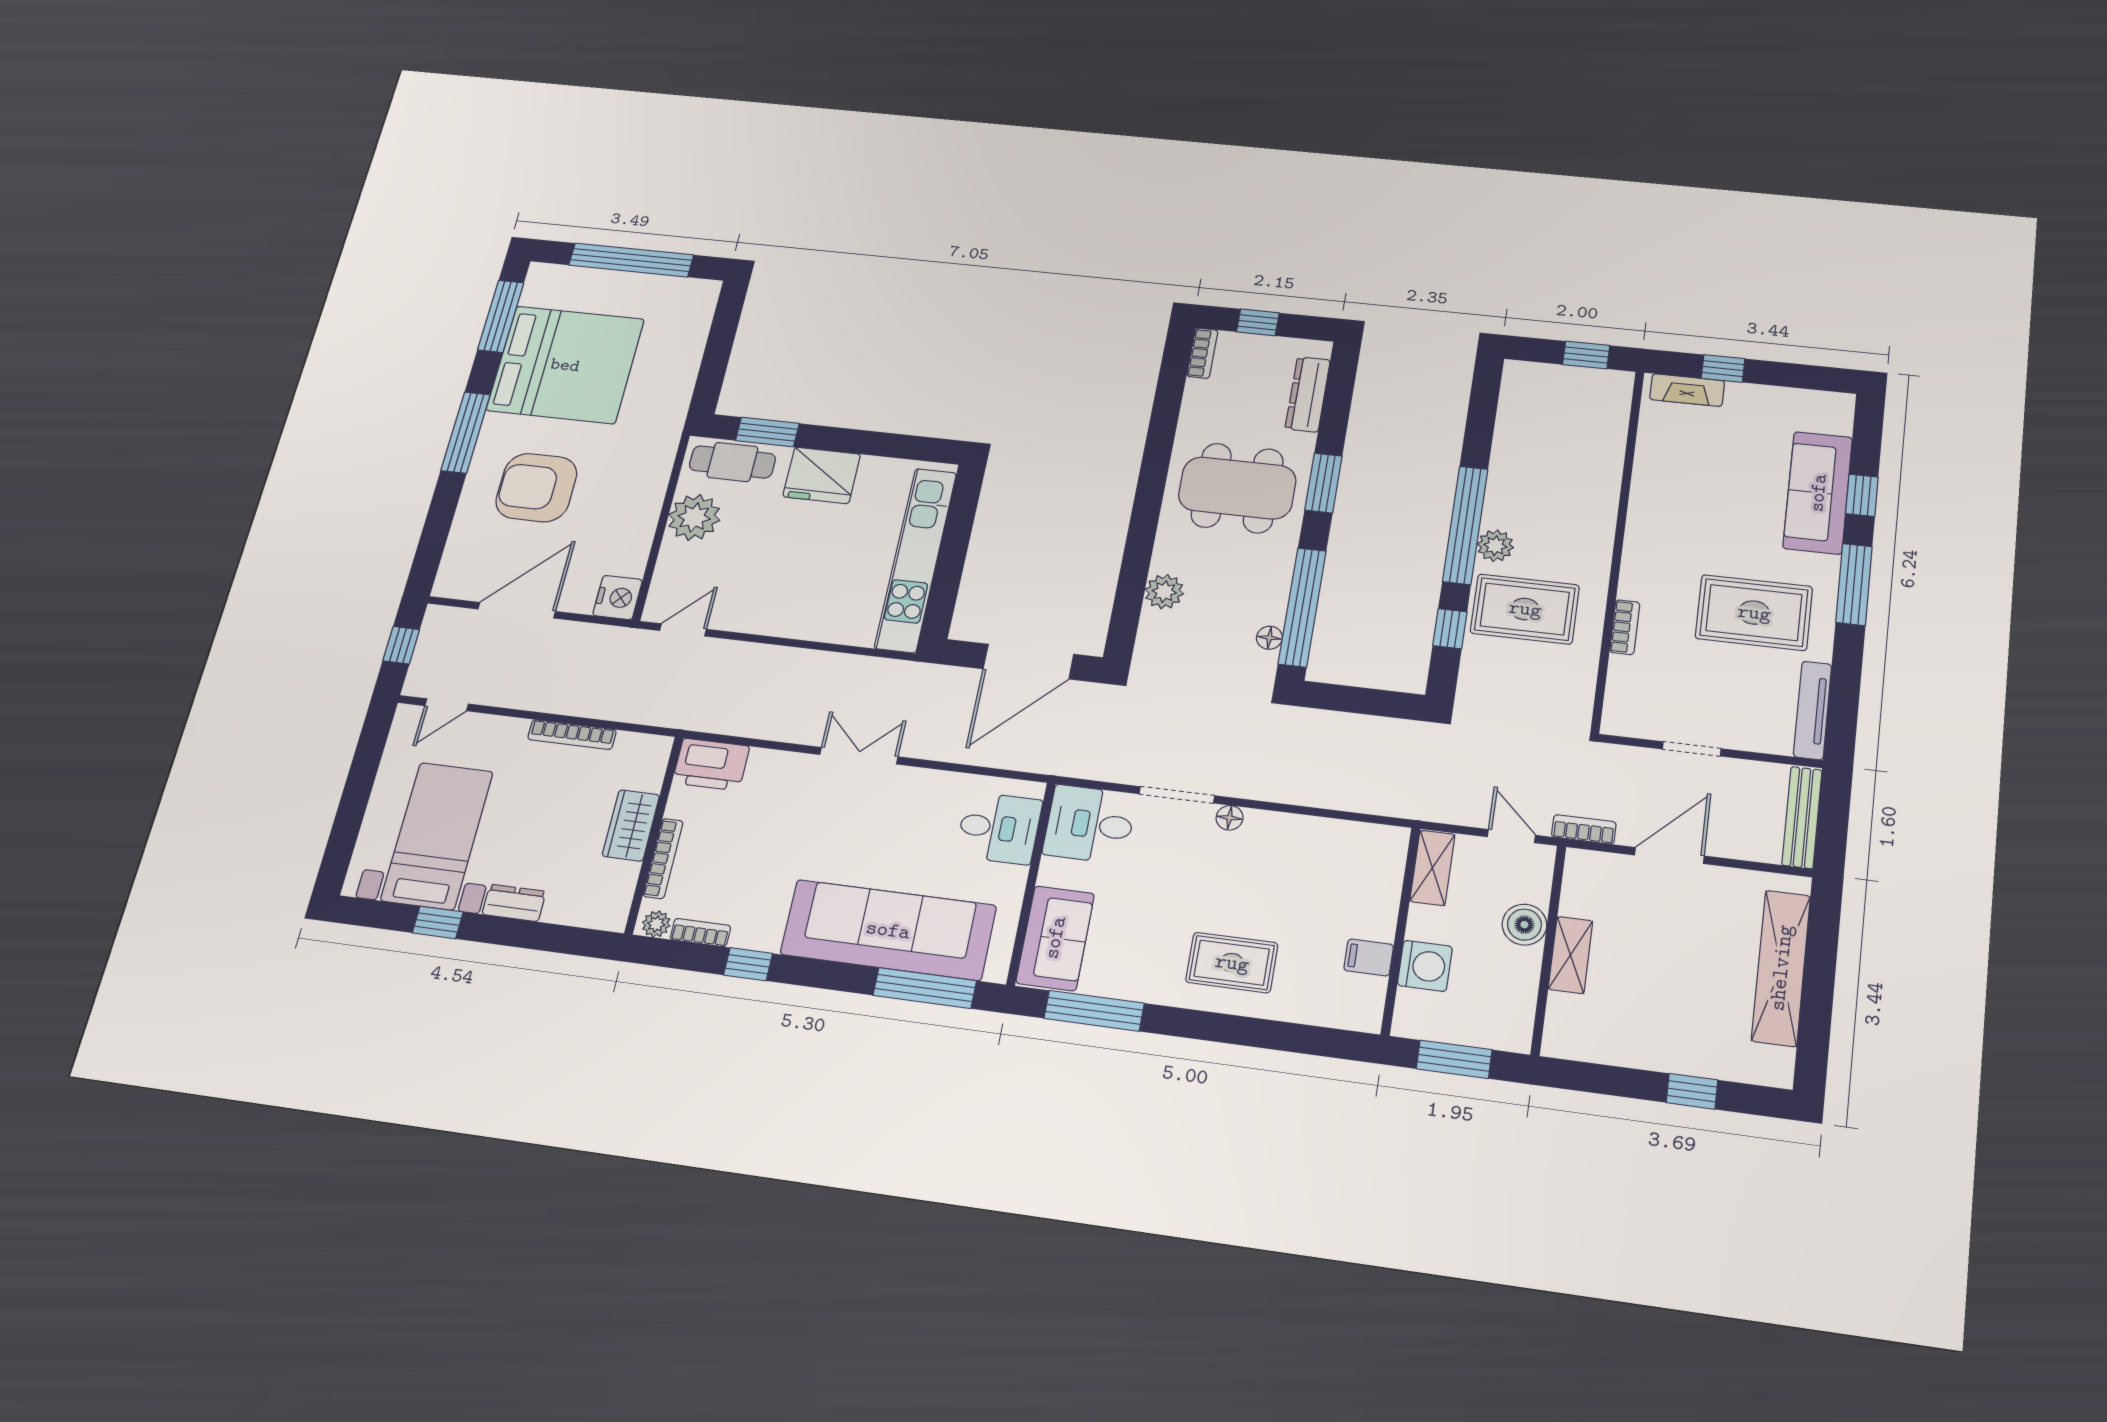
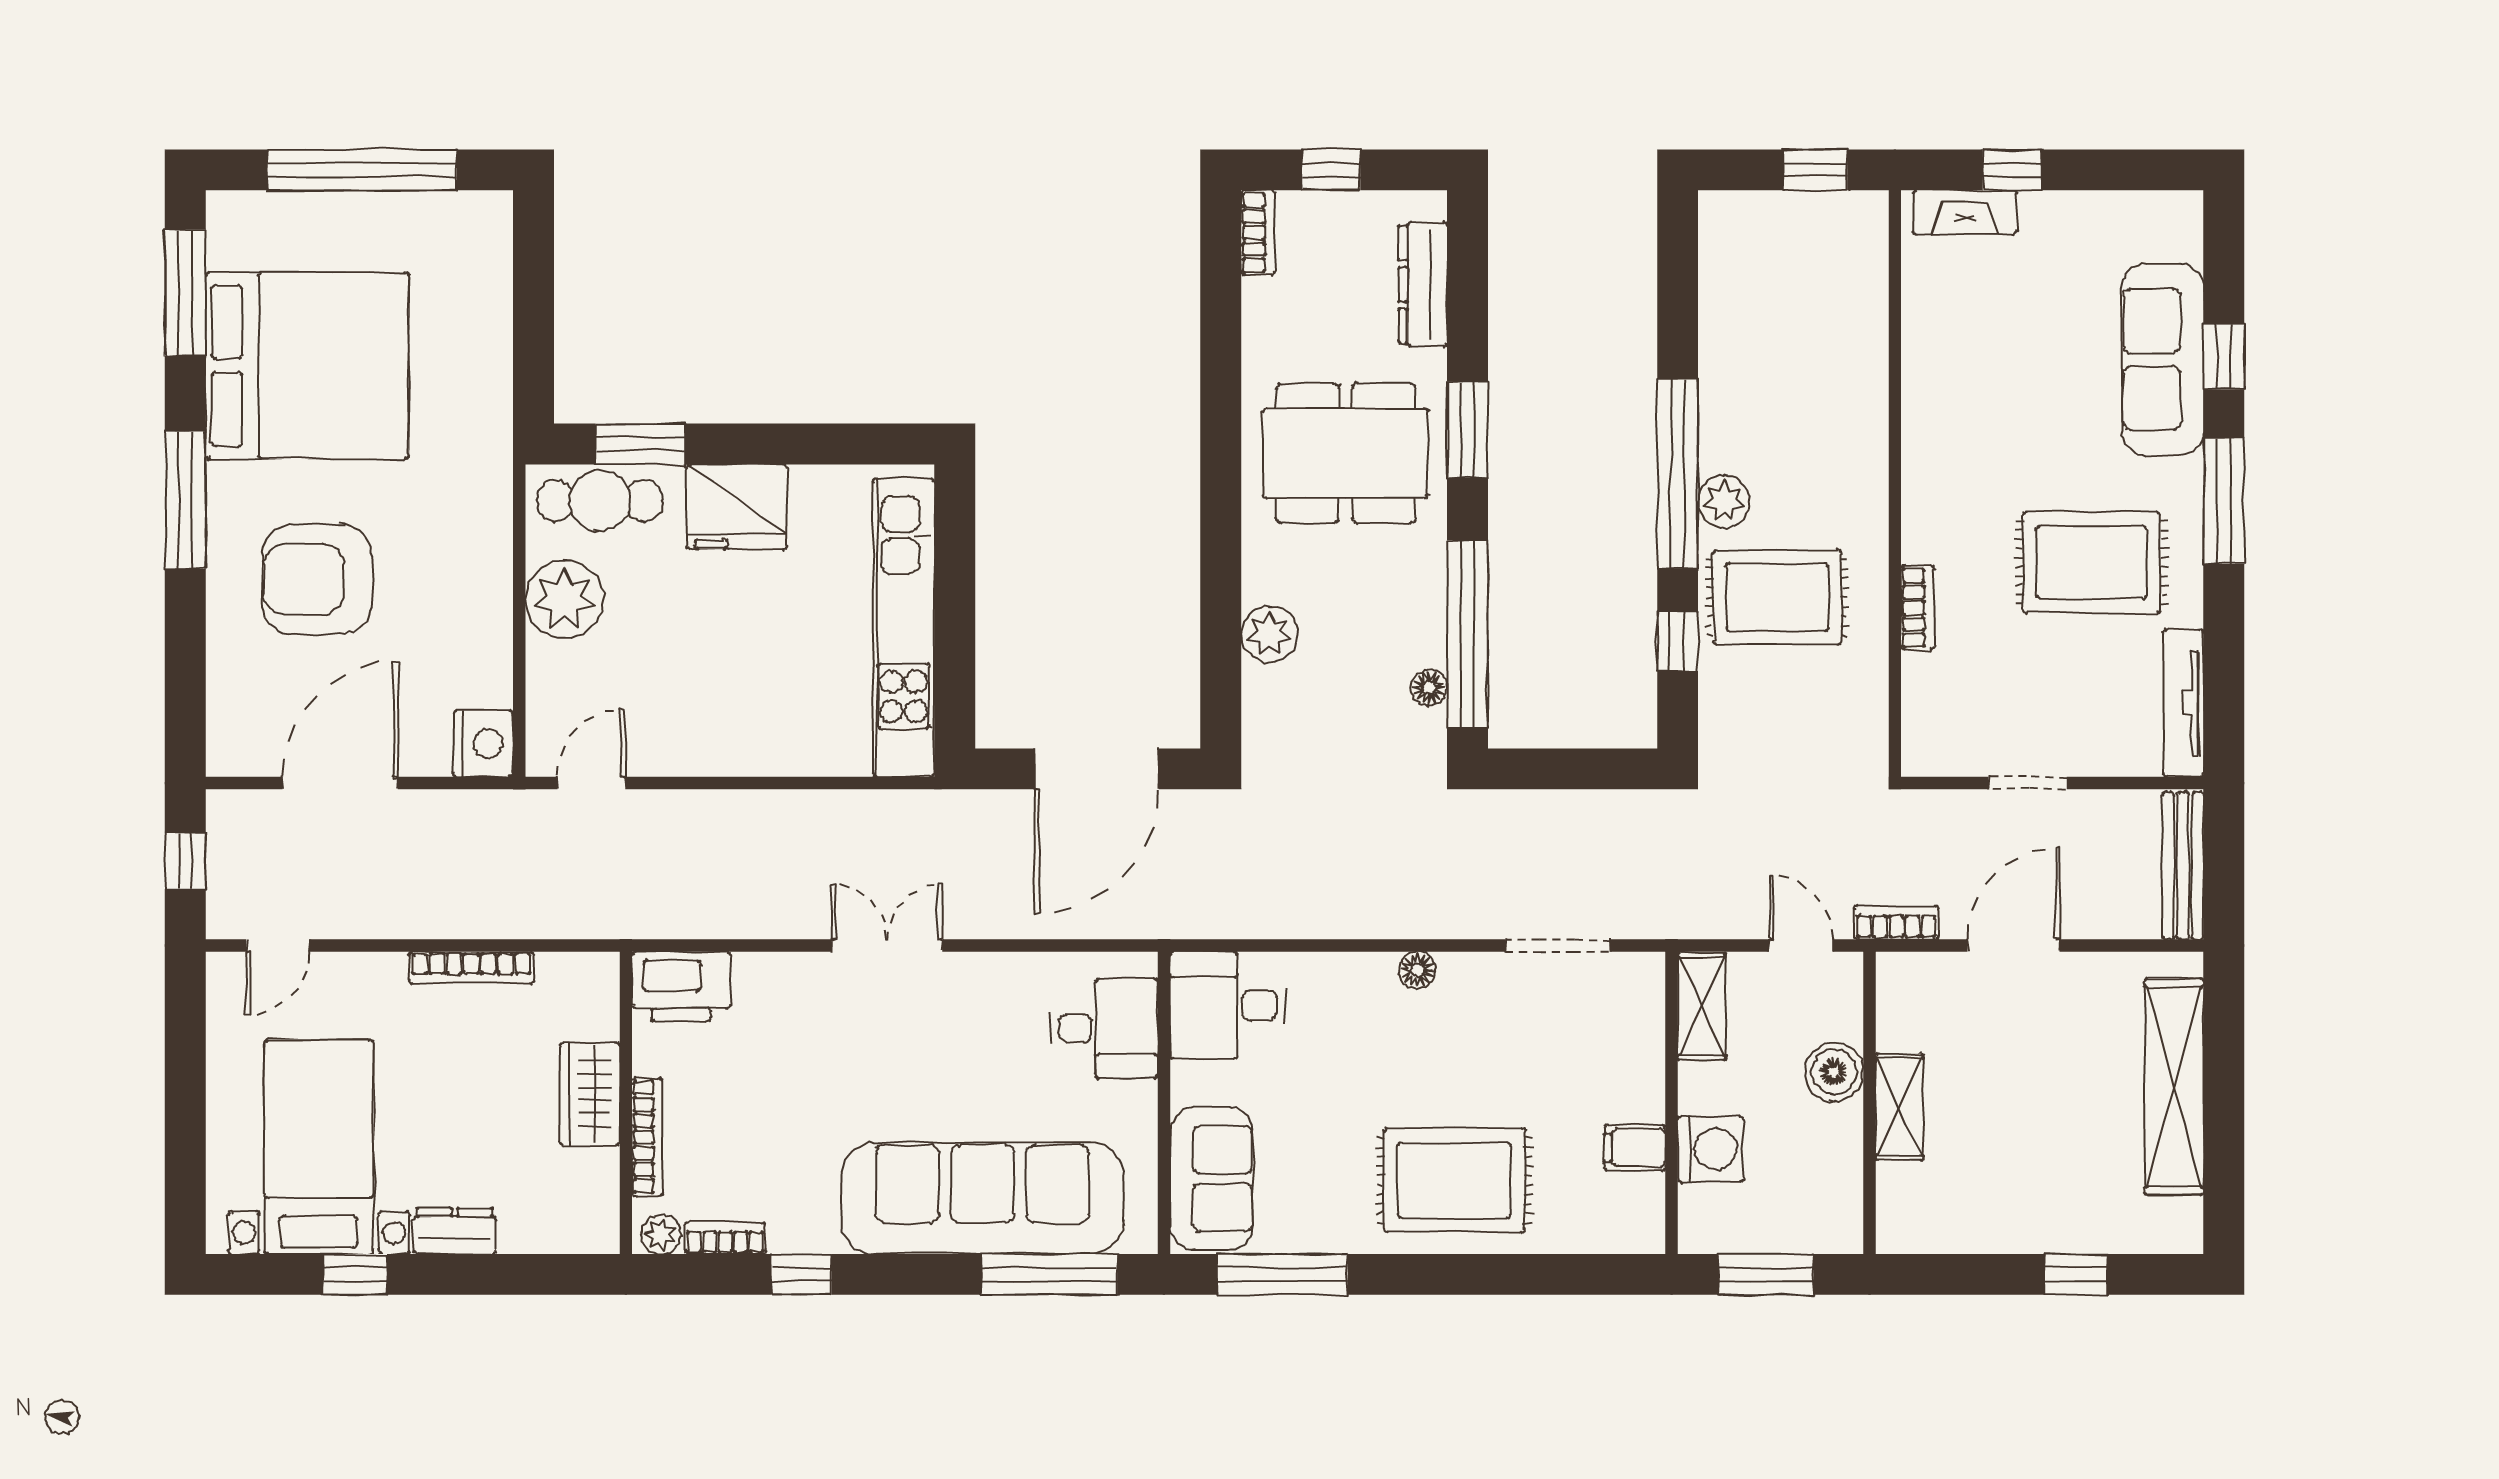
doorway: (1177, 795) -> (1558, 946), moved
rug: (1232, 963) -> (1454, 1180), width x1.36, depth x1.43

